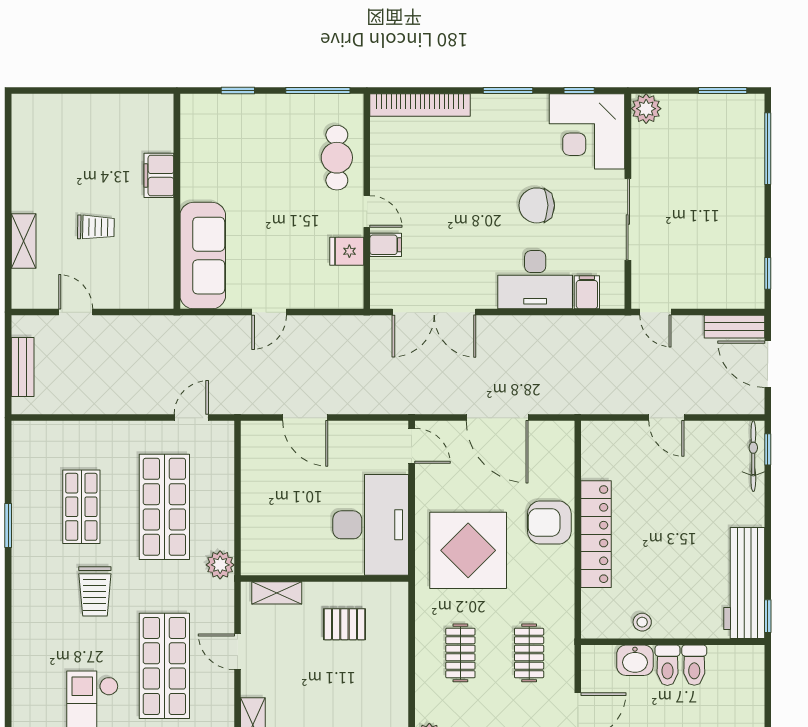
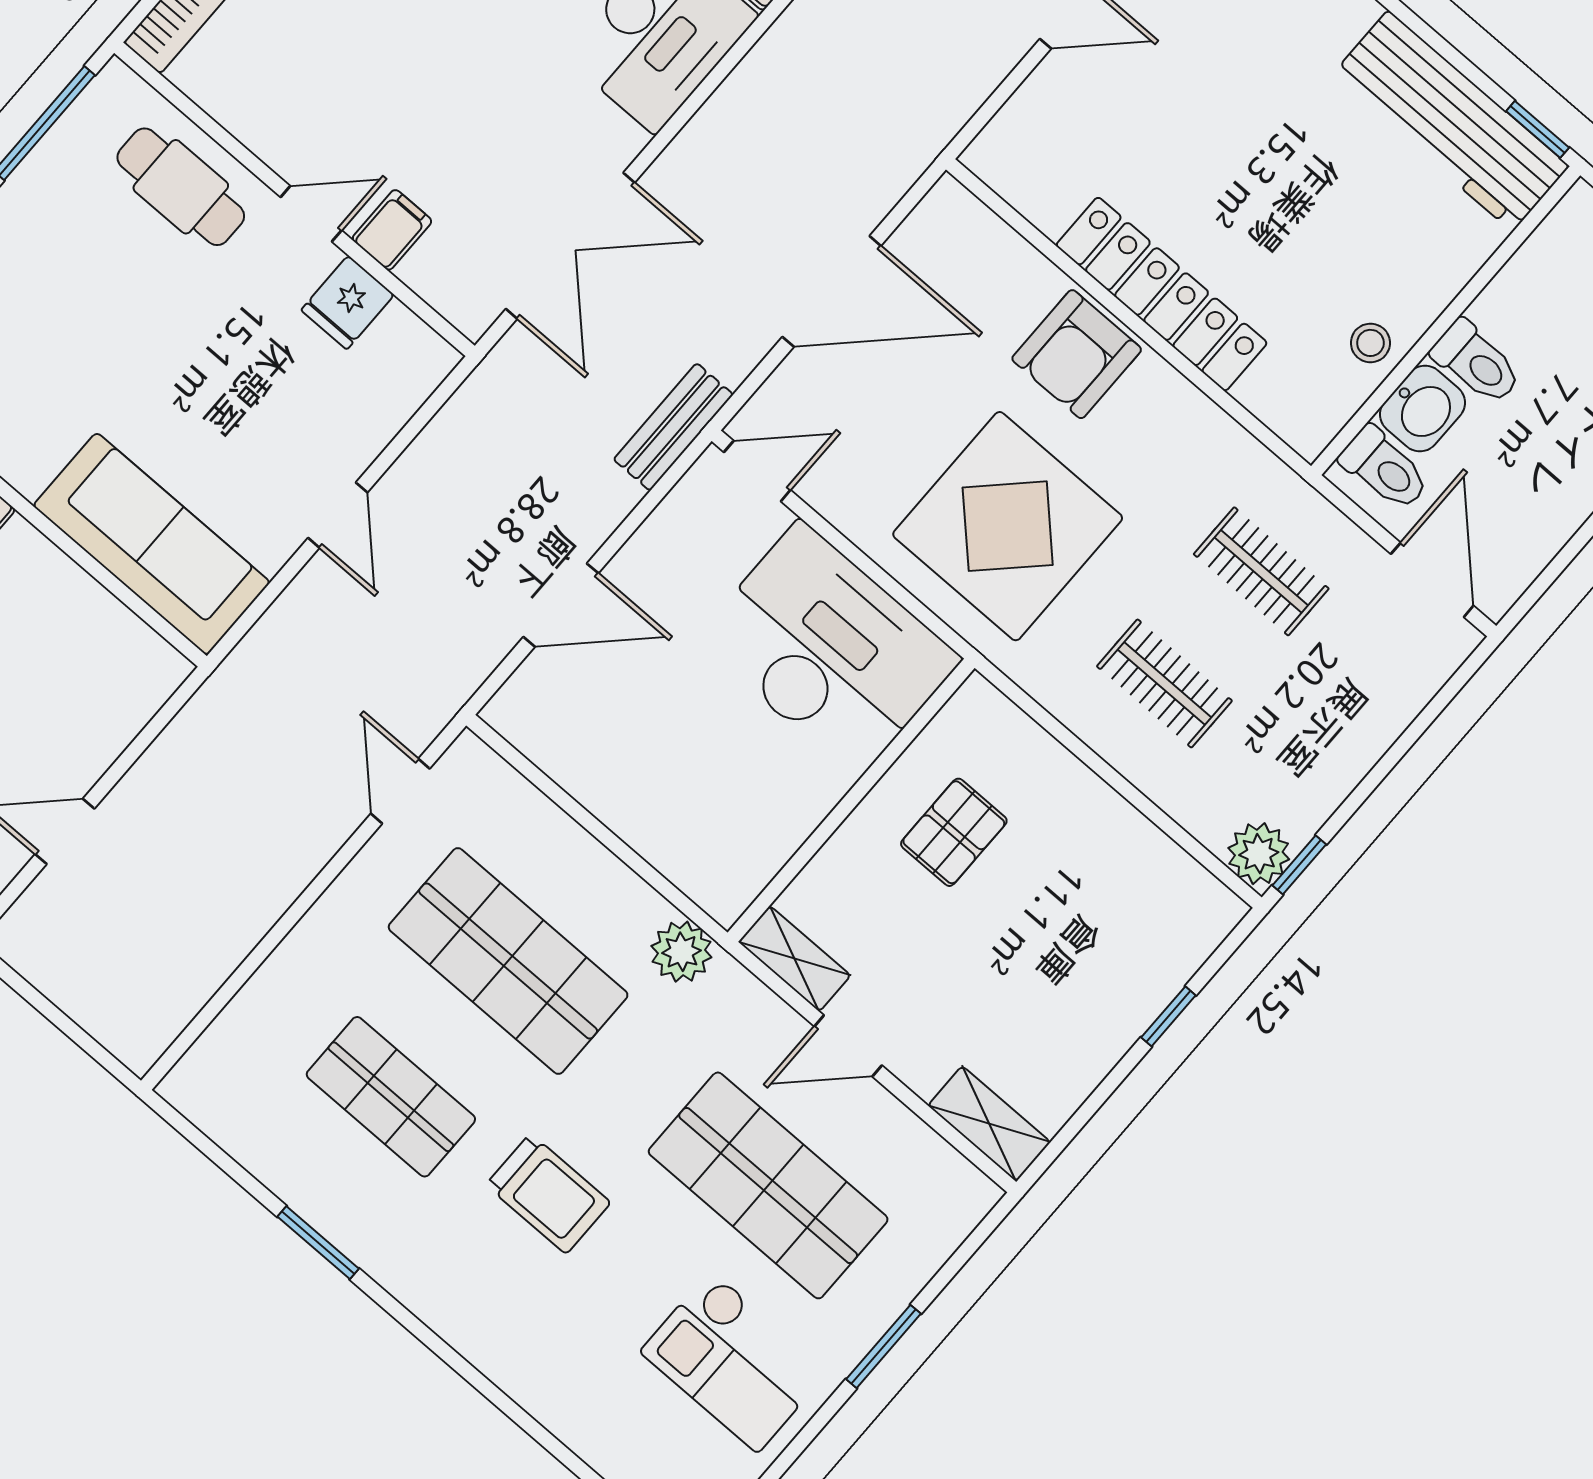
bench: (23, 367) -> (673, 427), moved, turned 90
shelving: (277, 593) -> (795, 959), moved, turned 90
toilet: (694, 665) -> (1385, 469), moved

